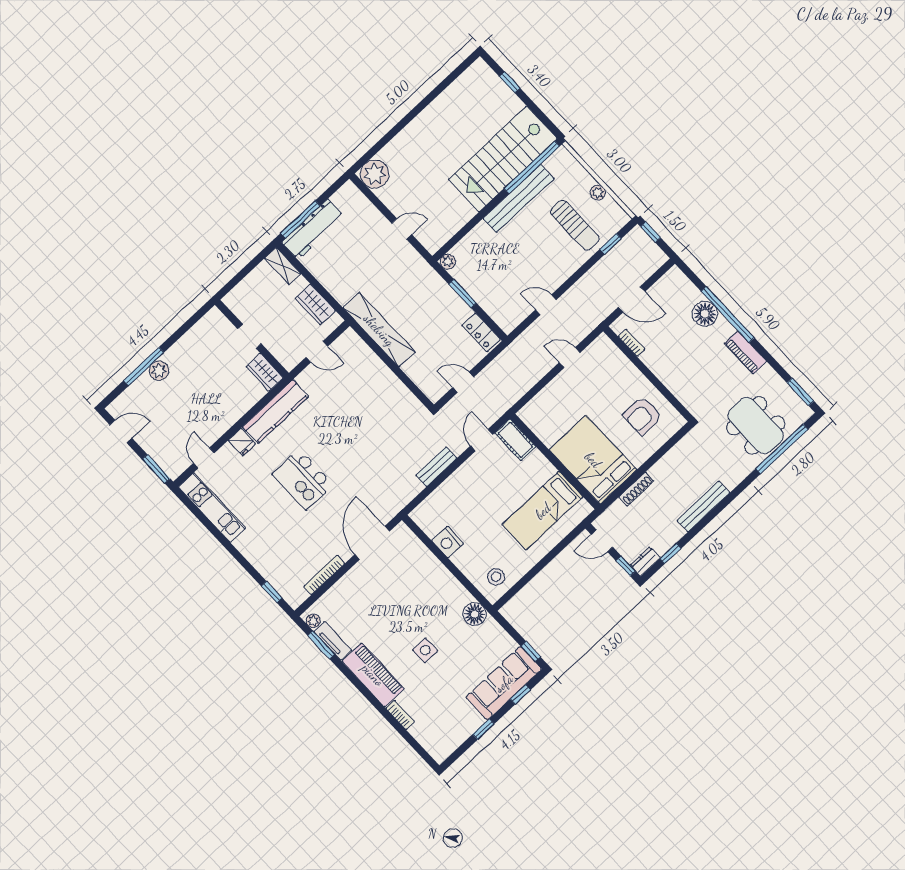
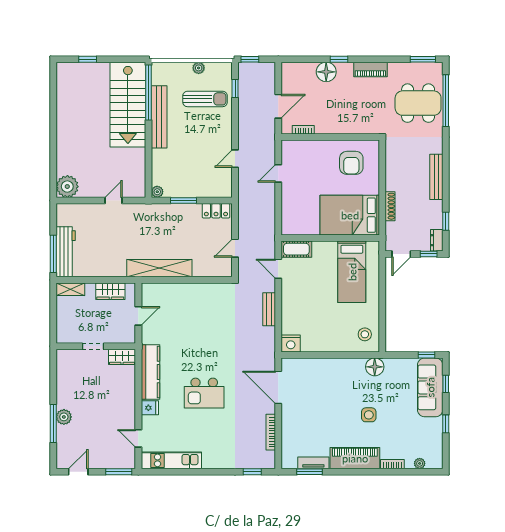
window: (728, 314) -> (339, 59), width x0.32
nightstand: (448, 542) -> (291, 343), moved
plant: (313, 621) -> (420, 463), moved

